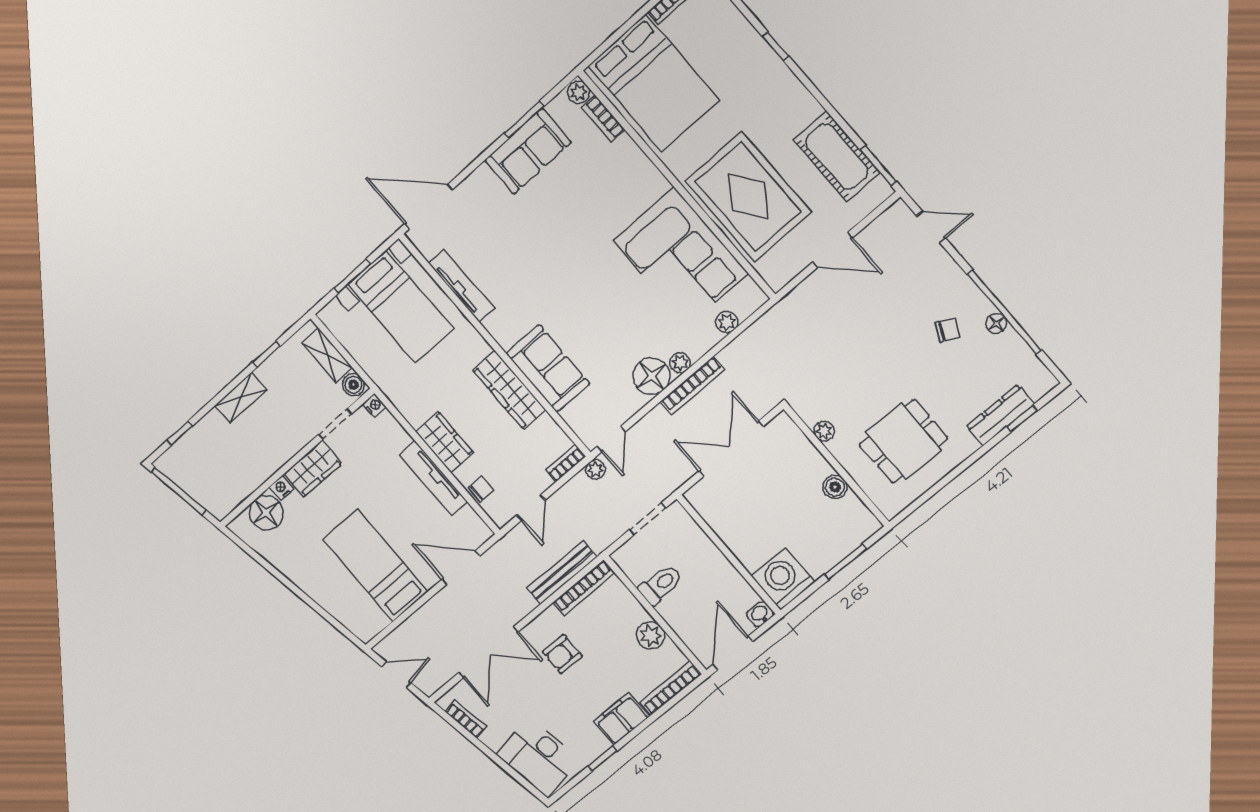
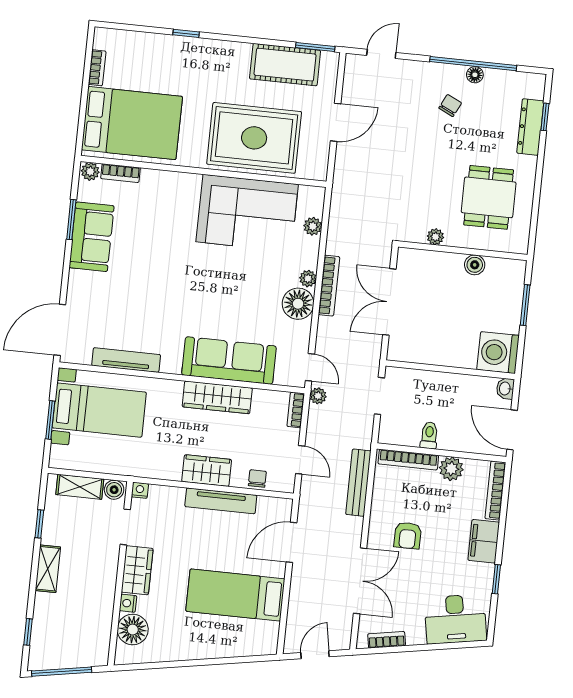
sofa: (548, 368) -> (229, 361), width x1.36
toilet: (660, 585) -> (429, 435), width x0.73, depth x0.72
bookcase: (584, 588) -> (408, 460), moved, turned 90

